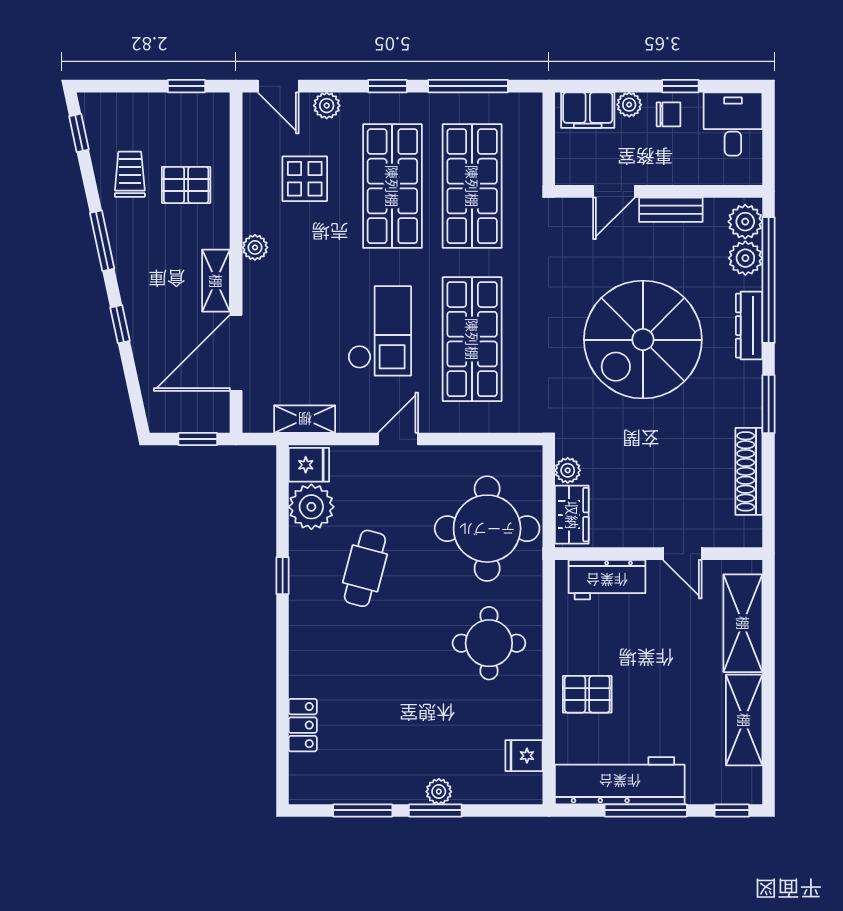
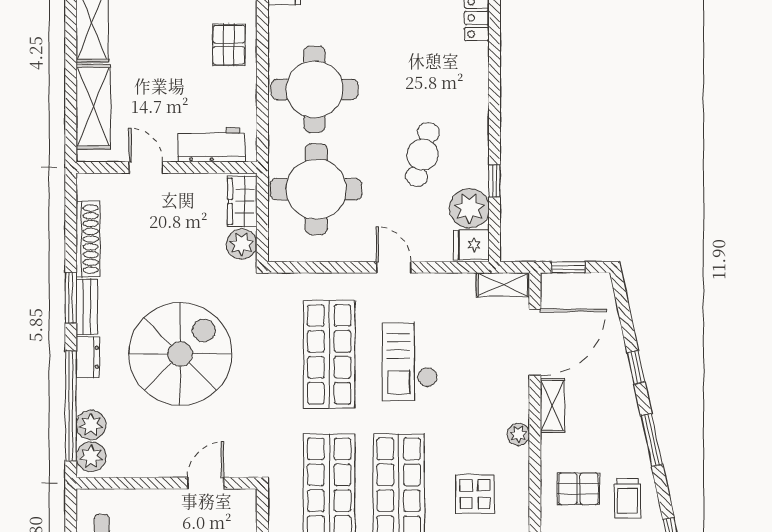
bench: (671, 210) -> (87, 307), moved, turned 90
dresser: (749, 326) -> (88, 357), width x0.70
shelving: (305, 419) -> (503, 285), moved
door: (398, 439) -> (394, 267), swing flipped
plant: (568, 470) -> (242, 244), width x1.38, depth x1.38
window: (283, 576) -> (494, 181), moved
round table: (489, 643) -> (314, 89), width x1.36, depth x1.36
pallet: (587, 694) -> (229, 45), turned 90

